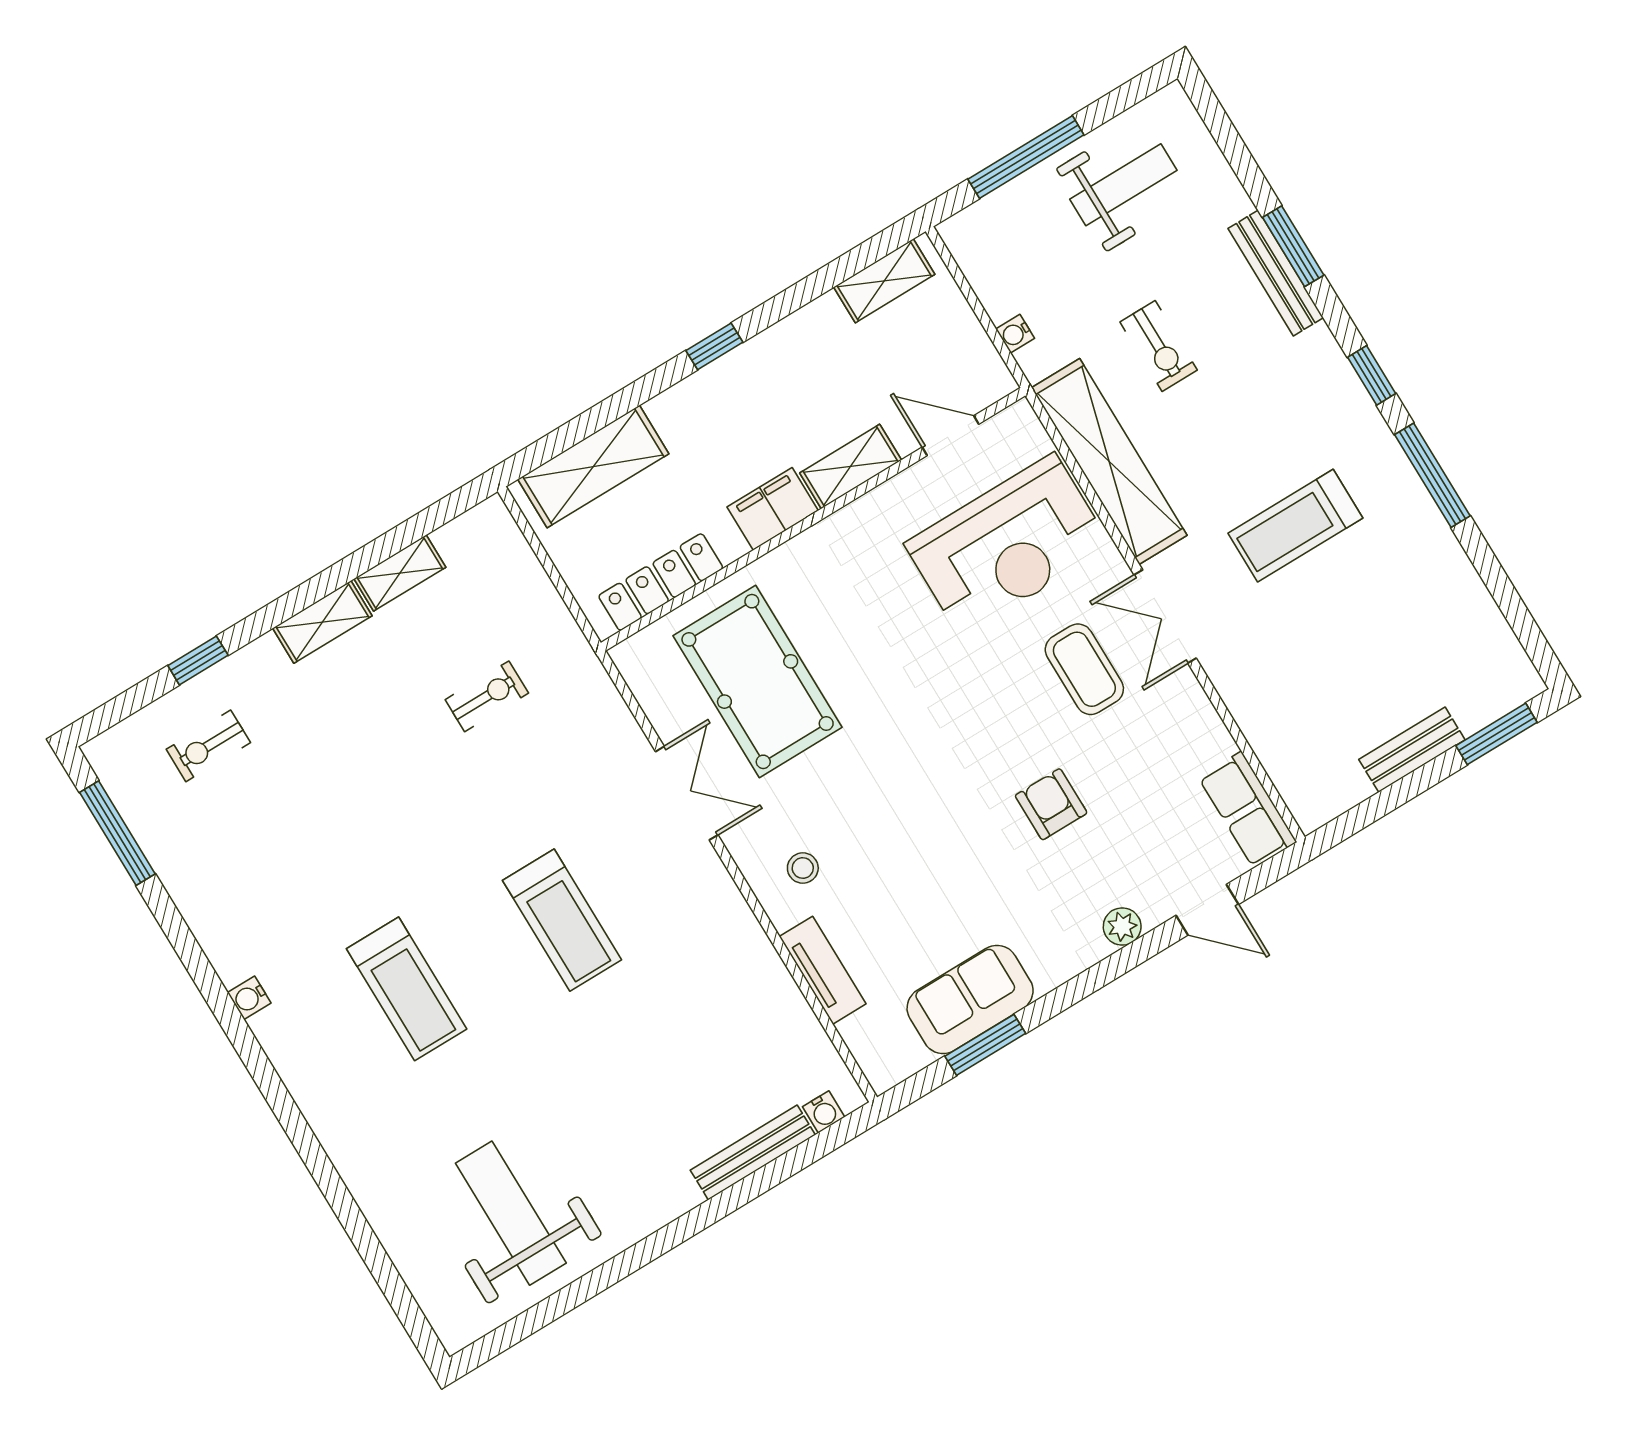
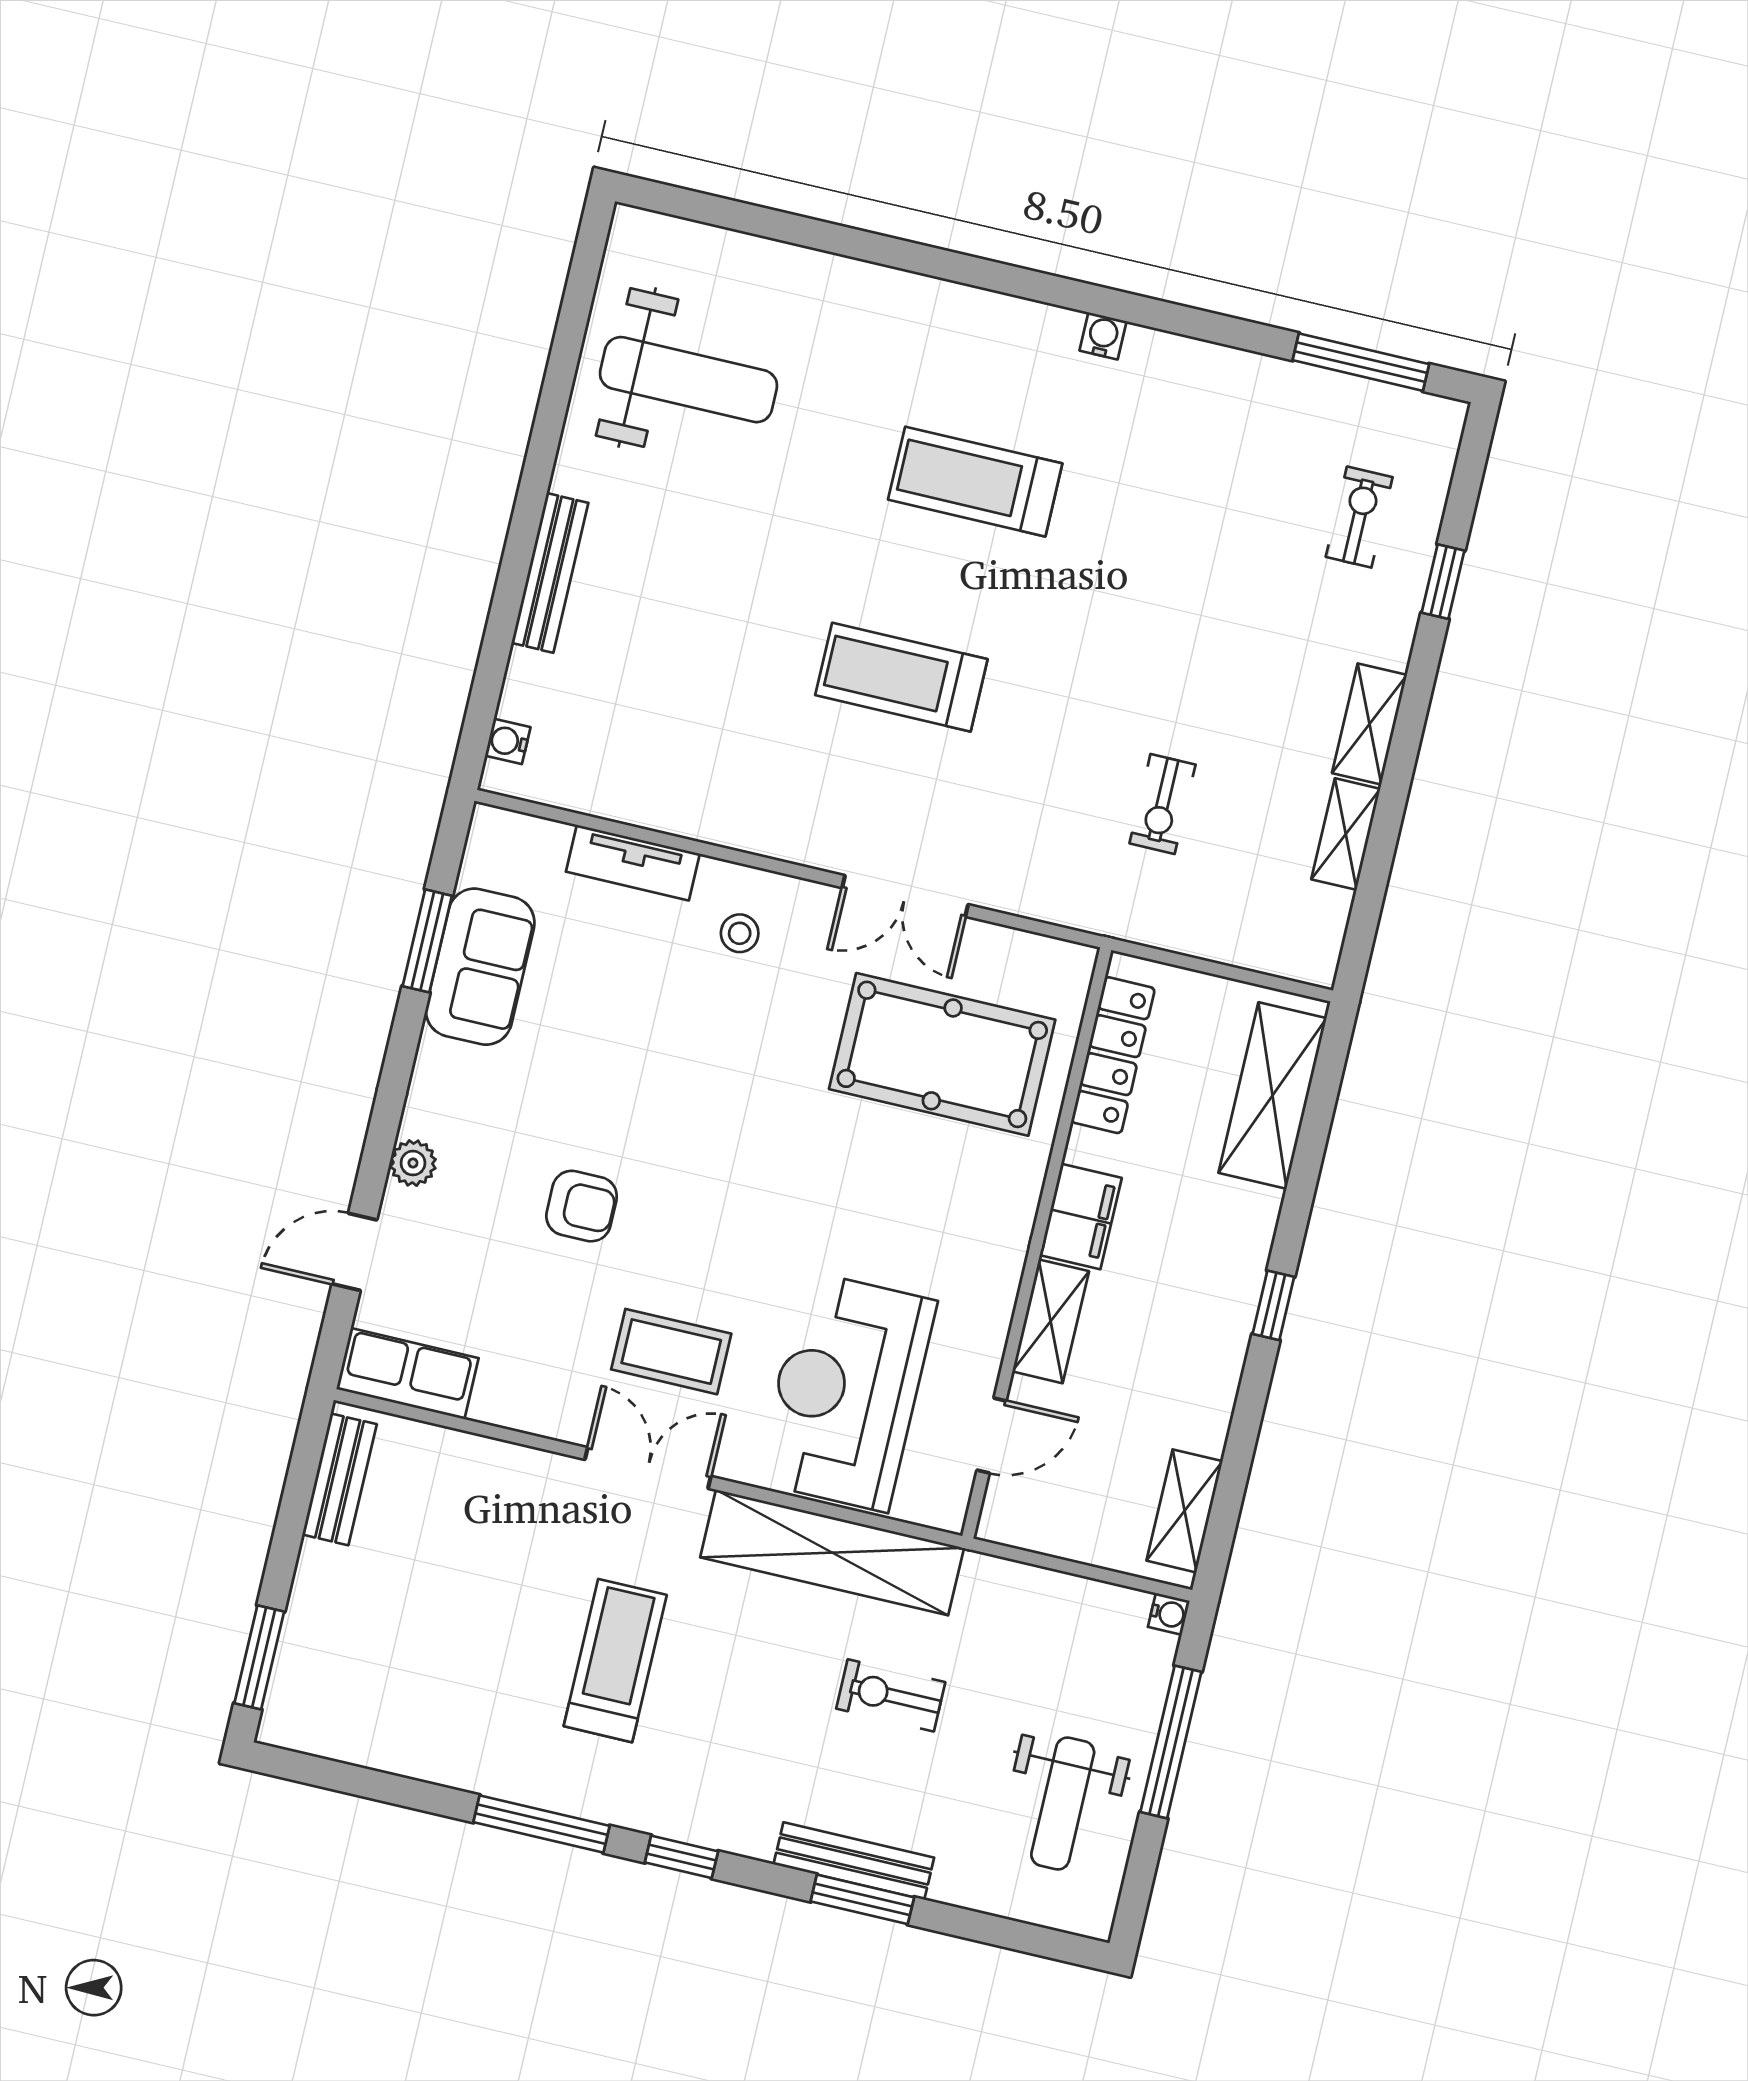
water cooler: (1015, 334) -> (1169, 1614), moved, turned 90
bench: (1412, 750) -> (339, 1479), moved
bench: (753, 1153) -> (550, 573), moved

